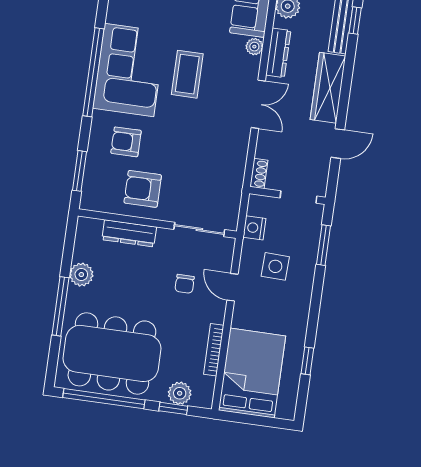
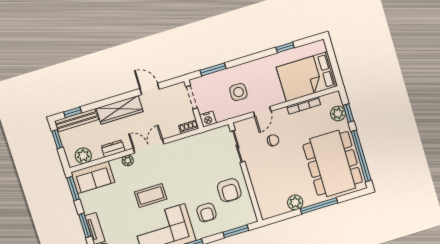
plant: (254, 47) -> (128, 161), moved
dresser: (278, 53) -> (113, 149), width x0.70
nightstand: (254, 228) -> (208, 119), moved
dresser: (129, 233) -> (259, 186), removed

